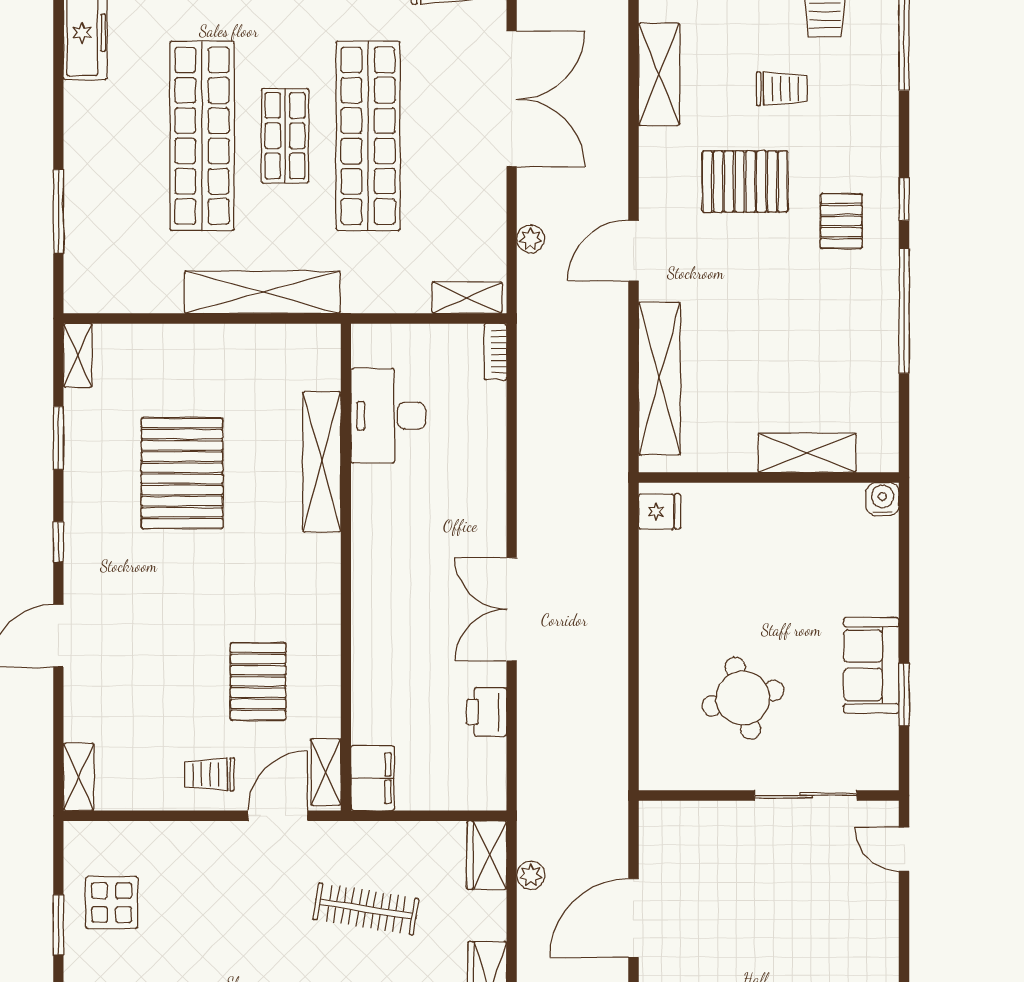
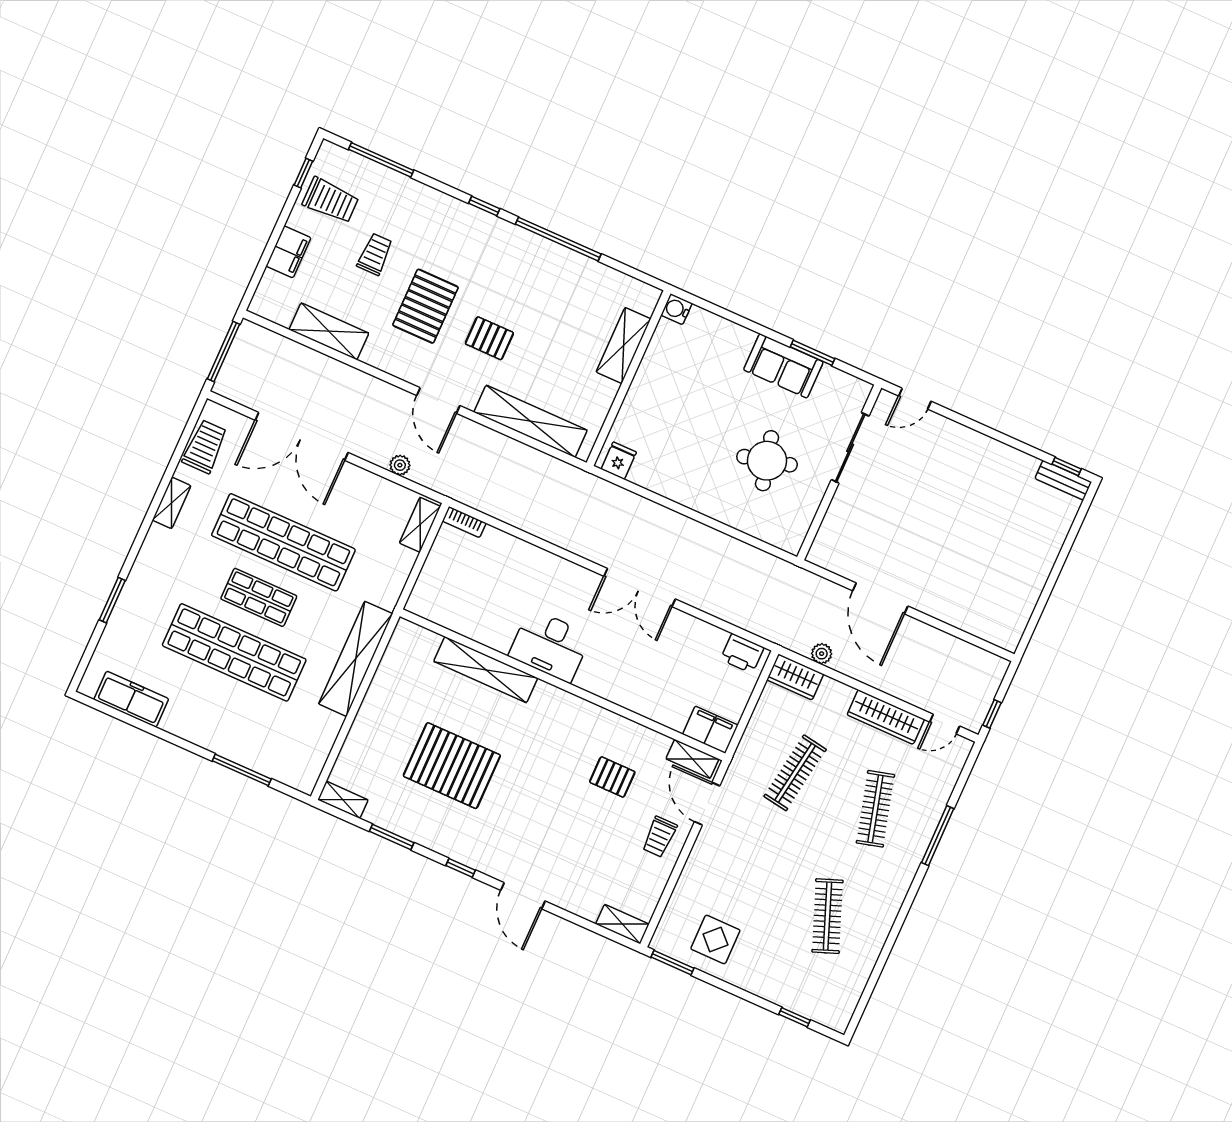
double door: (512, 99) -> (302, 436), swing flipped
pallet: (841, 221) -> (489, 338), moved
desk: (388, 416) -> (550, 645), moved
pallet: (258, 681) -> (612, 777), width x0.67, depth x0.71
printer: (486, 712) -> (742, 653), moved
window: (58, 925) -> (673, 963), moved

